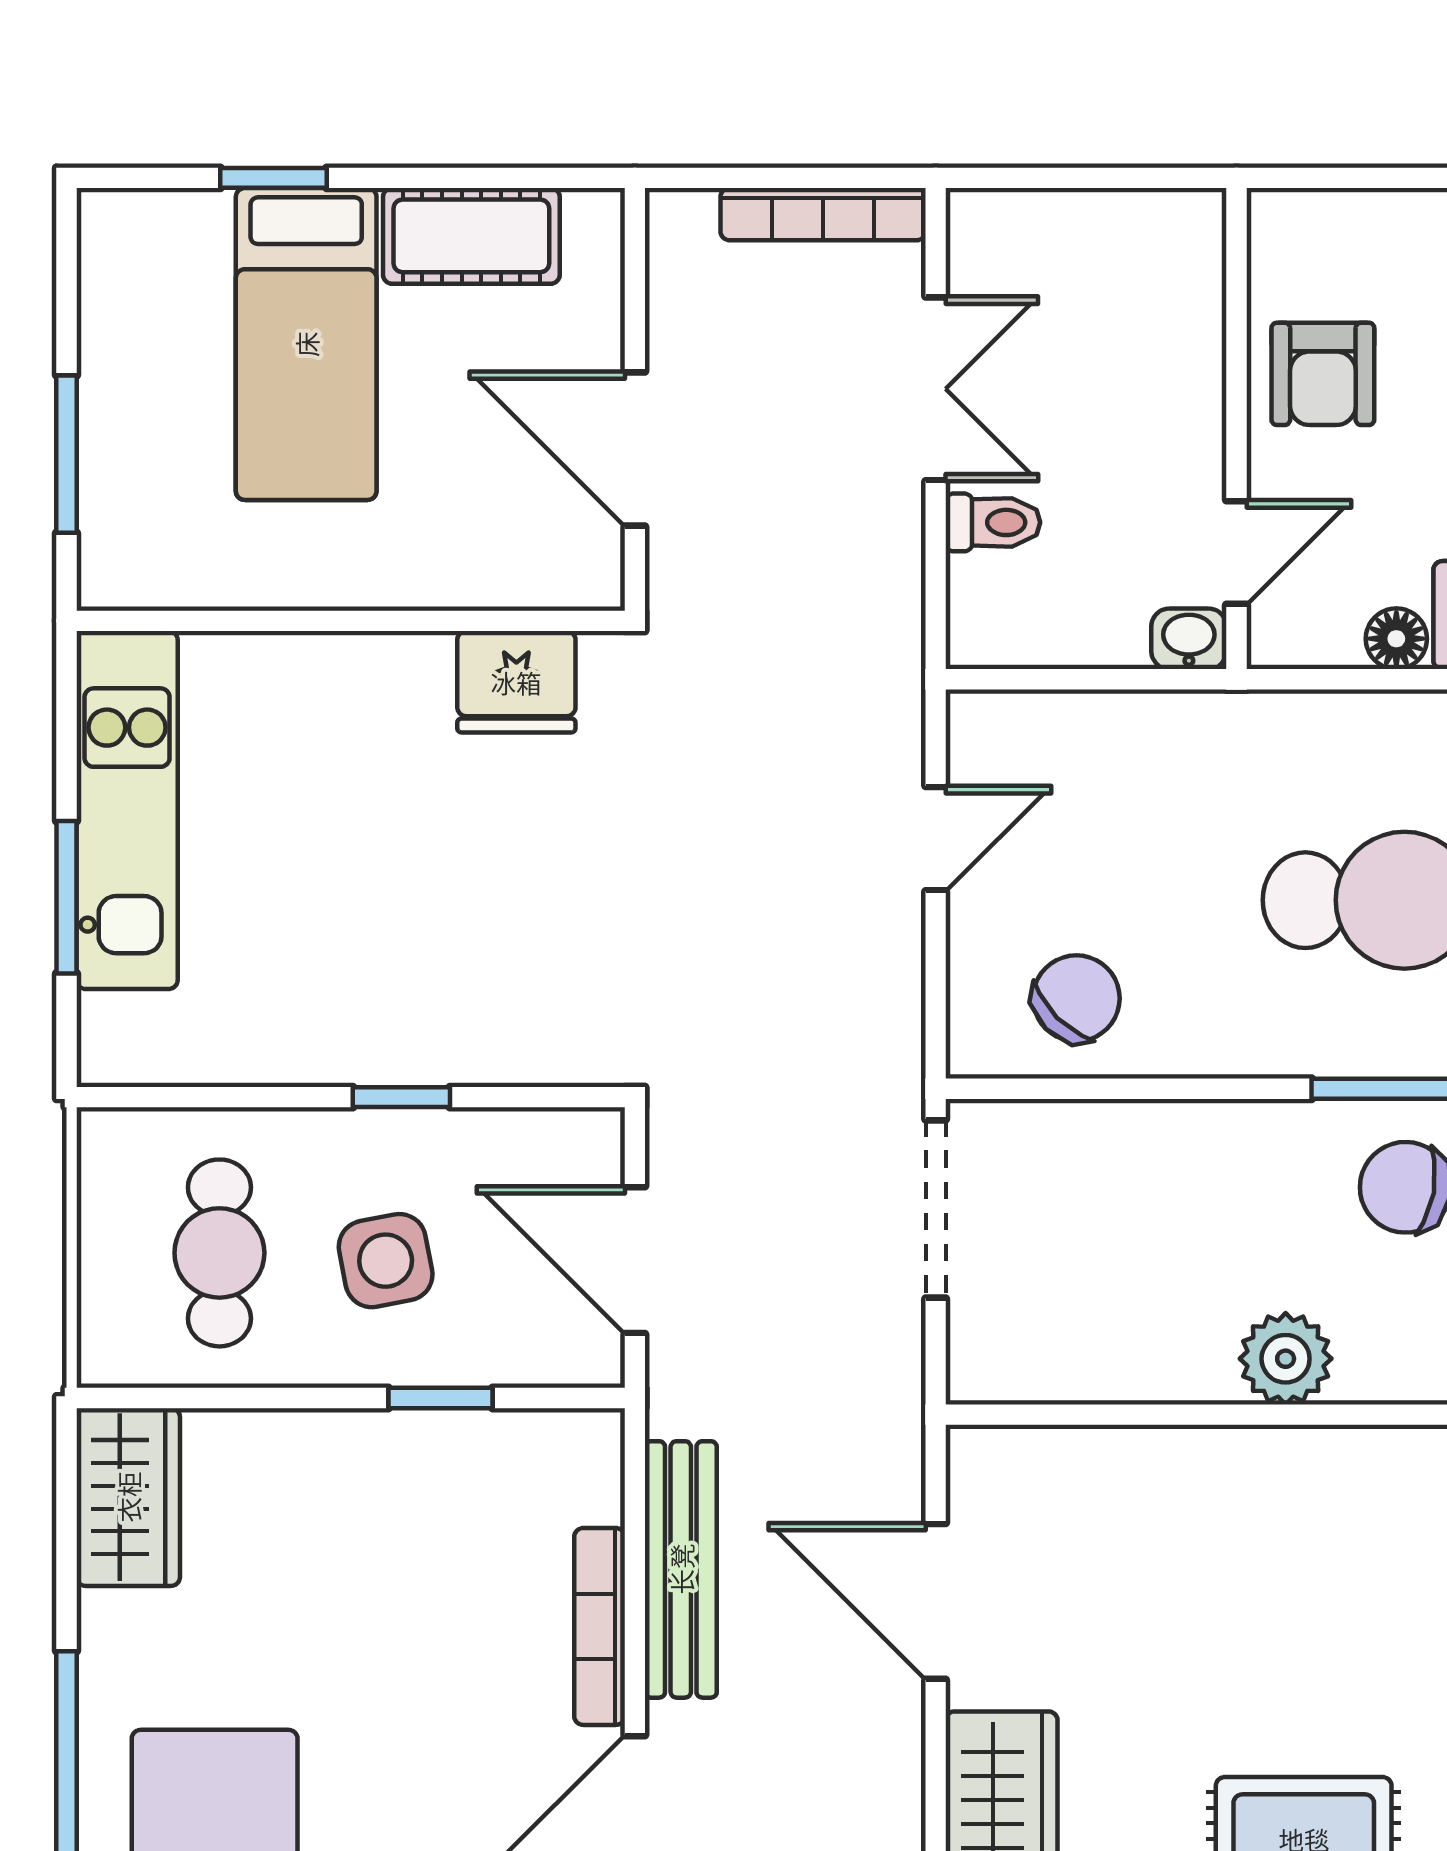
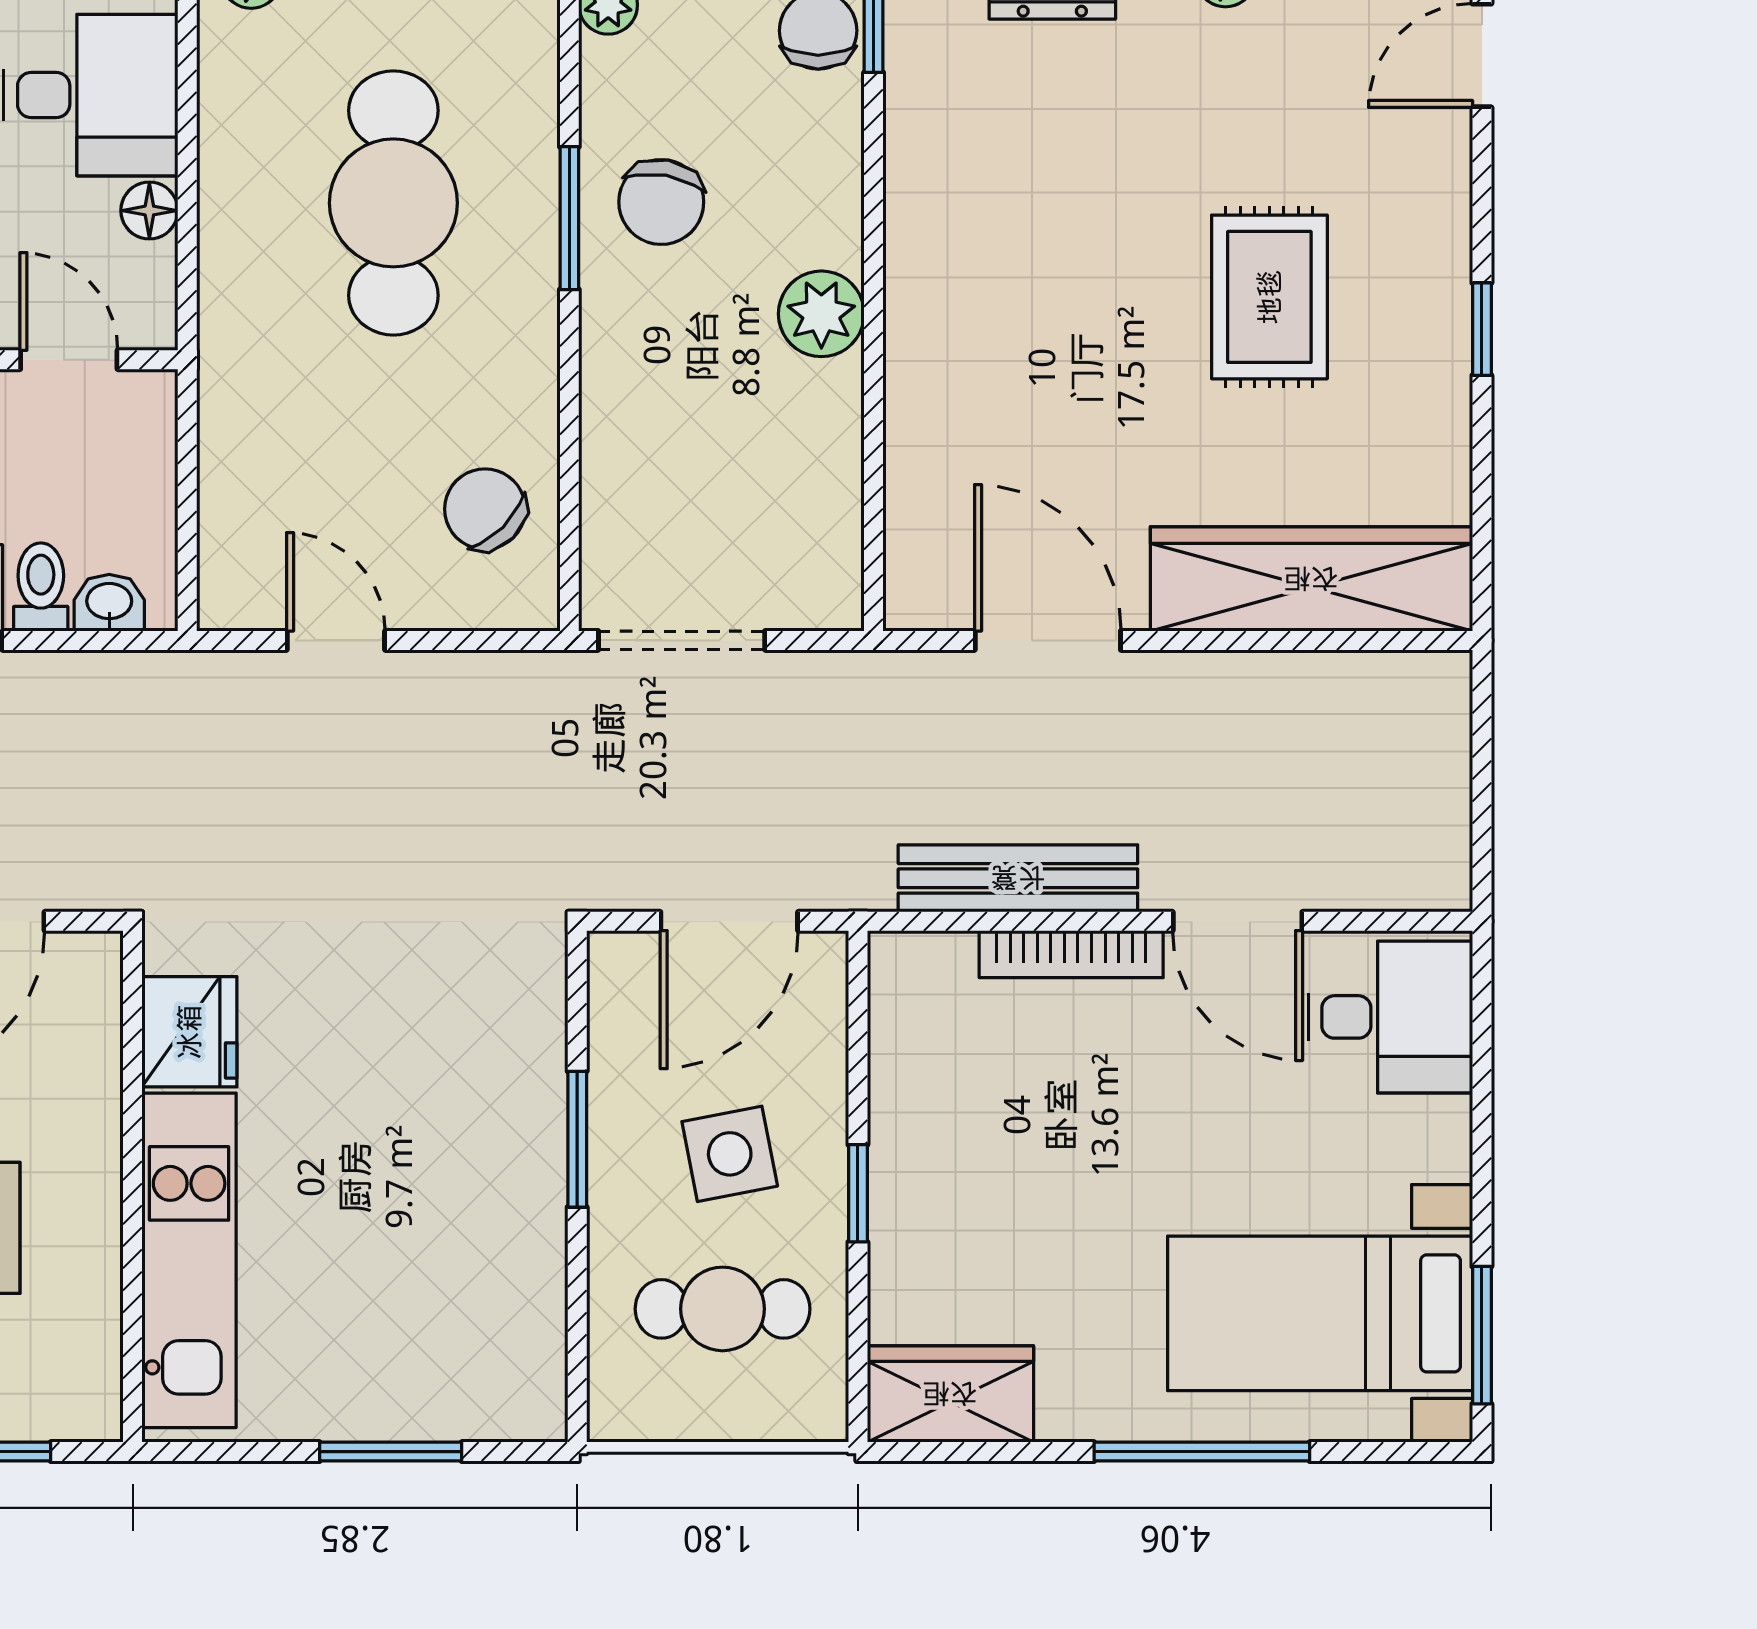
washbasin: (1189, 639) -> (109, 603), moved, turned 90
kitchen unit: (127, 810) -> (189, 1260), moved, turned 90
window: (401, 1097) -> (577, 1139), width x1.50
window: (441, 1398) -> (858, 1193), moved
door: (936, 1601) -> (1048, 640), swing flipped

